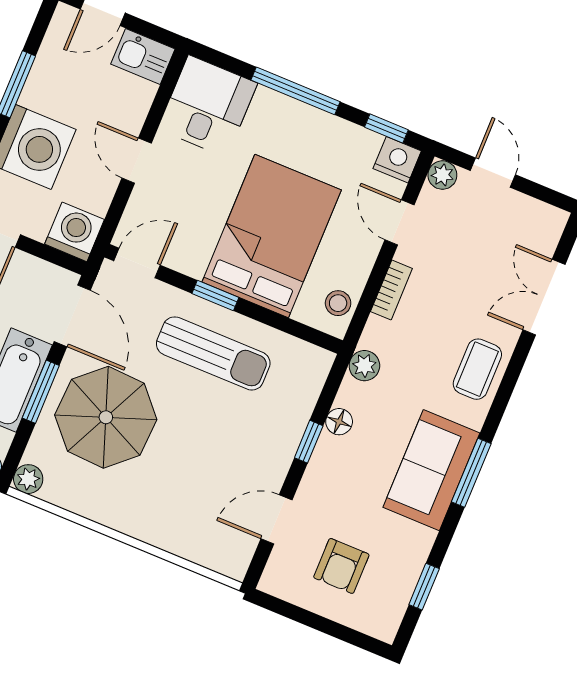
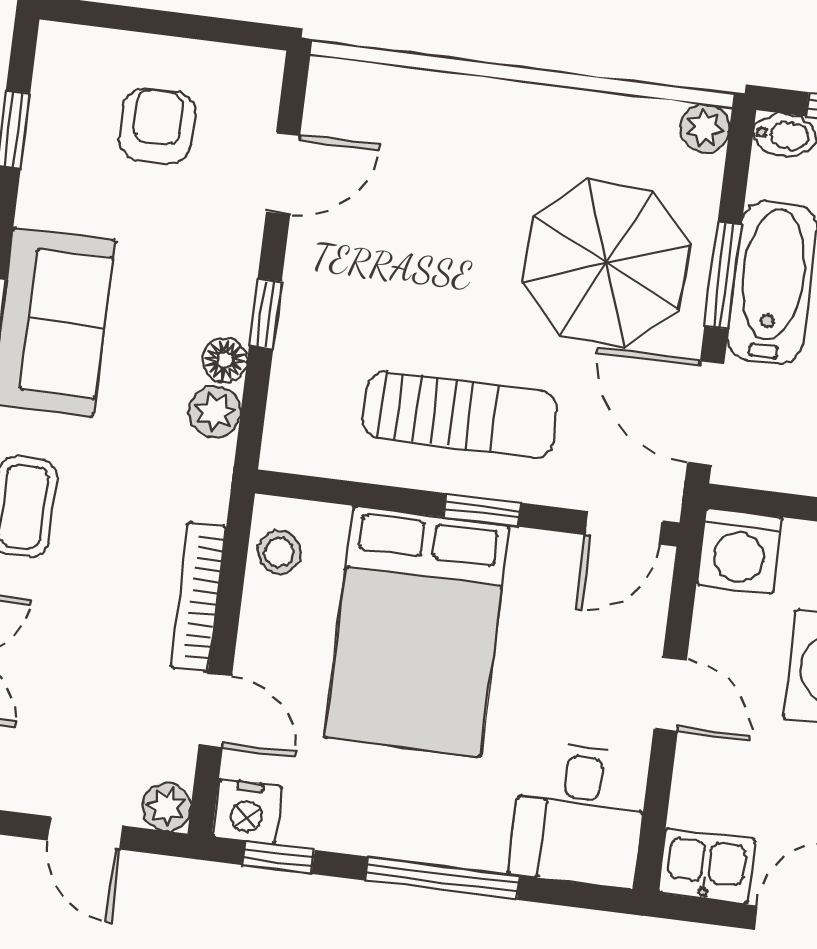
bookcase: (391, 290) -> (198, 597), width x1.56
sun lounger: (213, 353) -> (460, 415), turned 180
plant: (364, 366) -> (215, 412), moved

